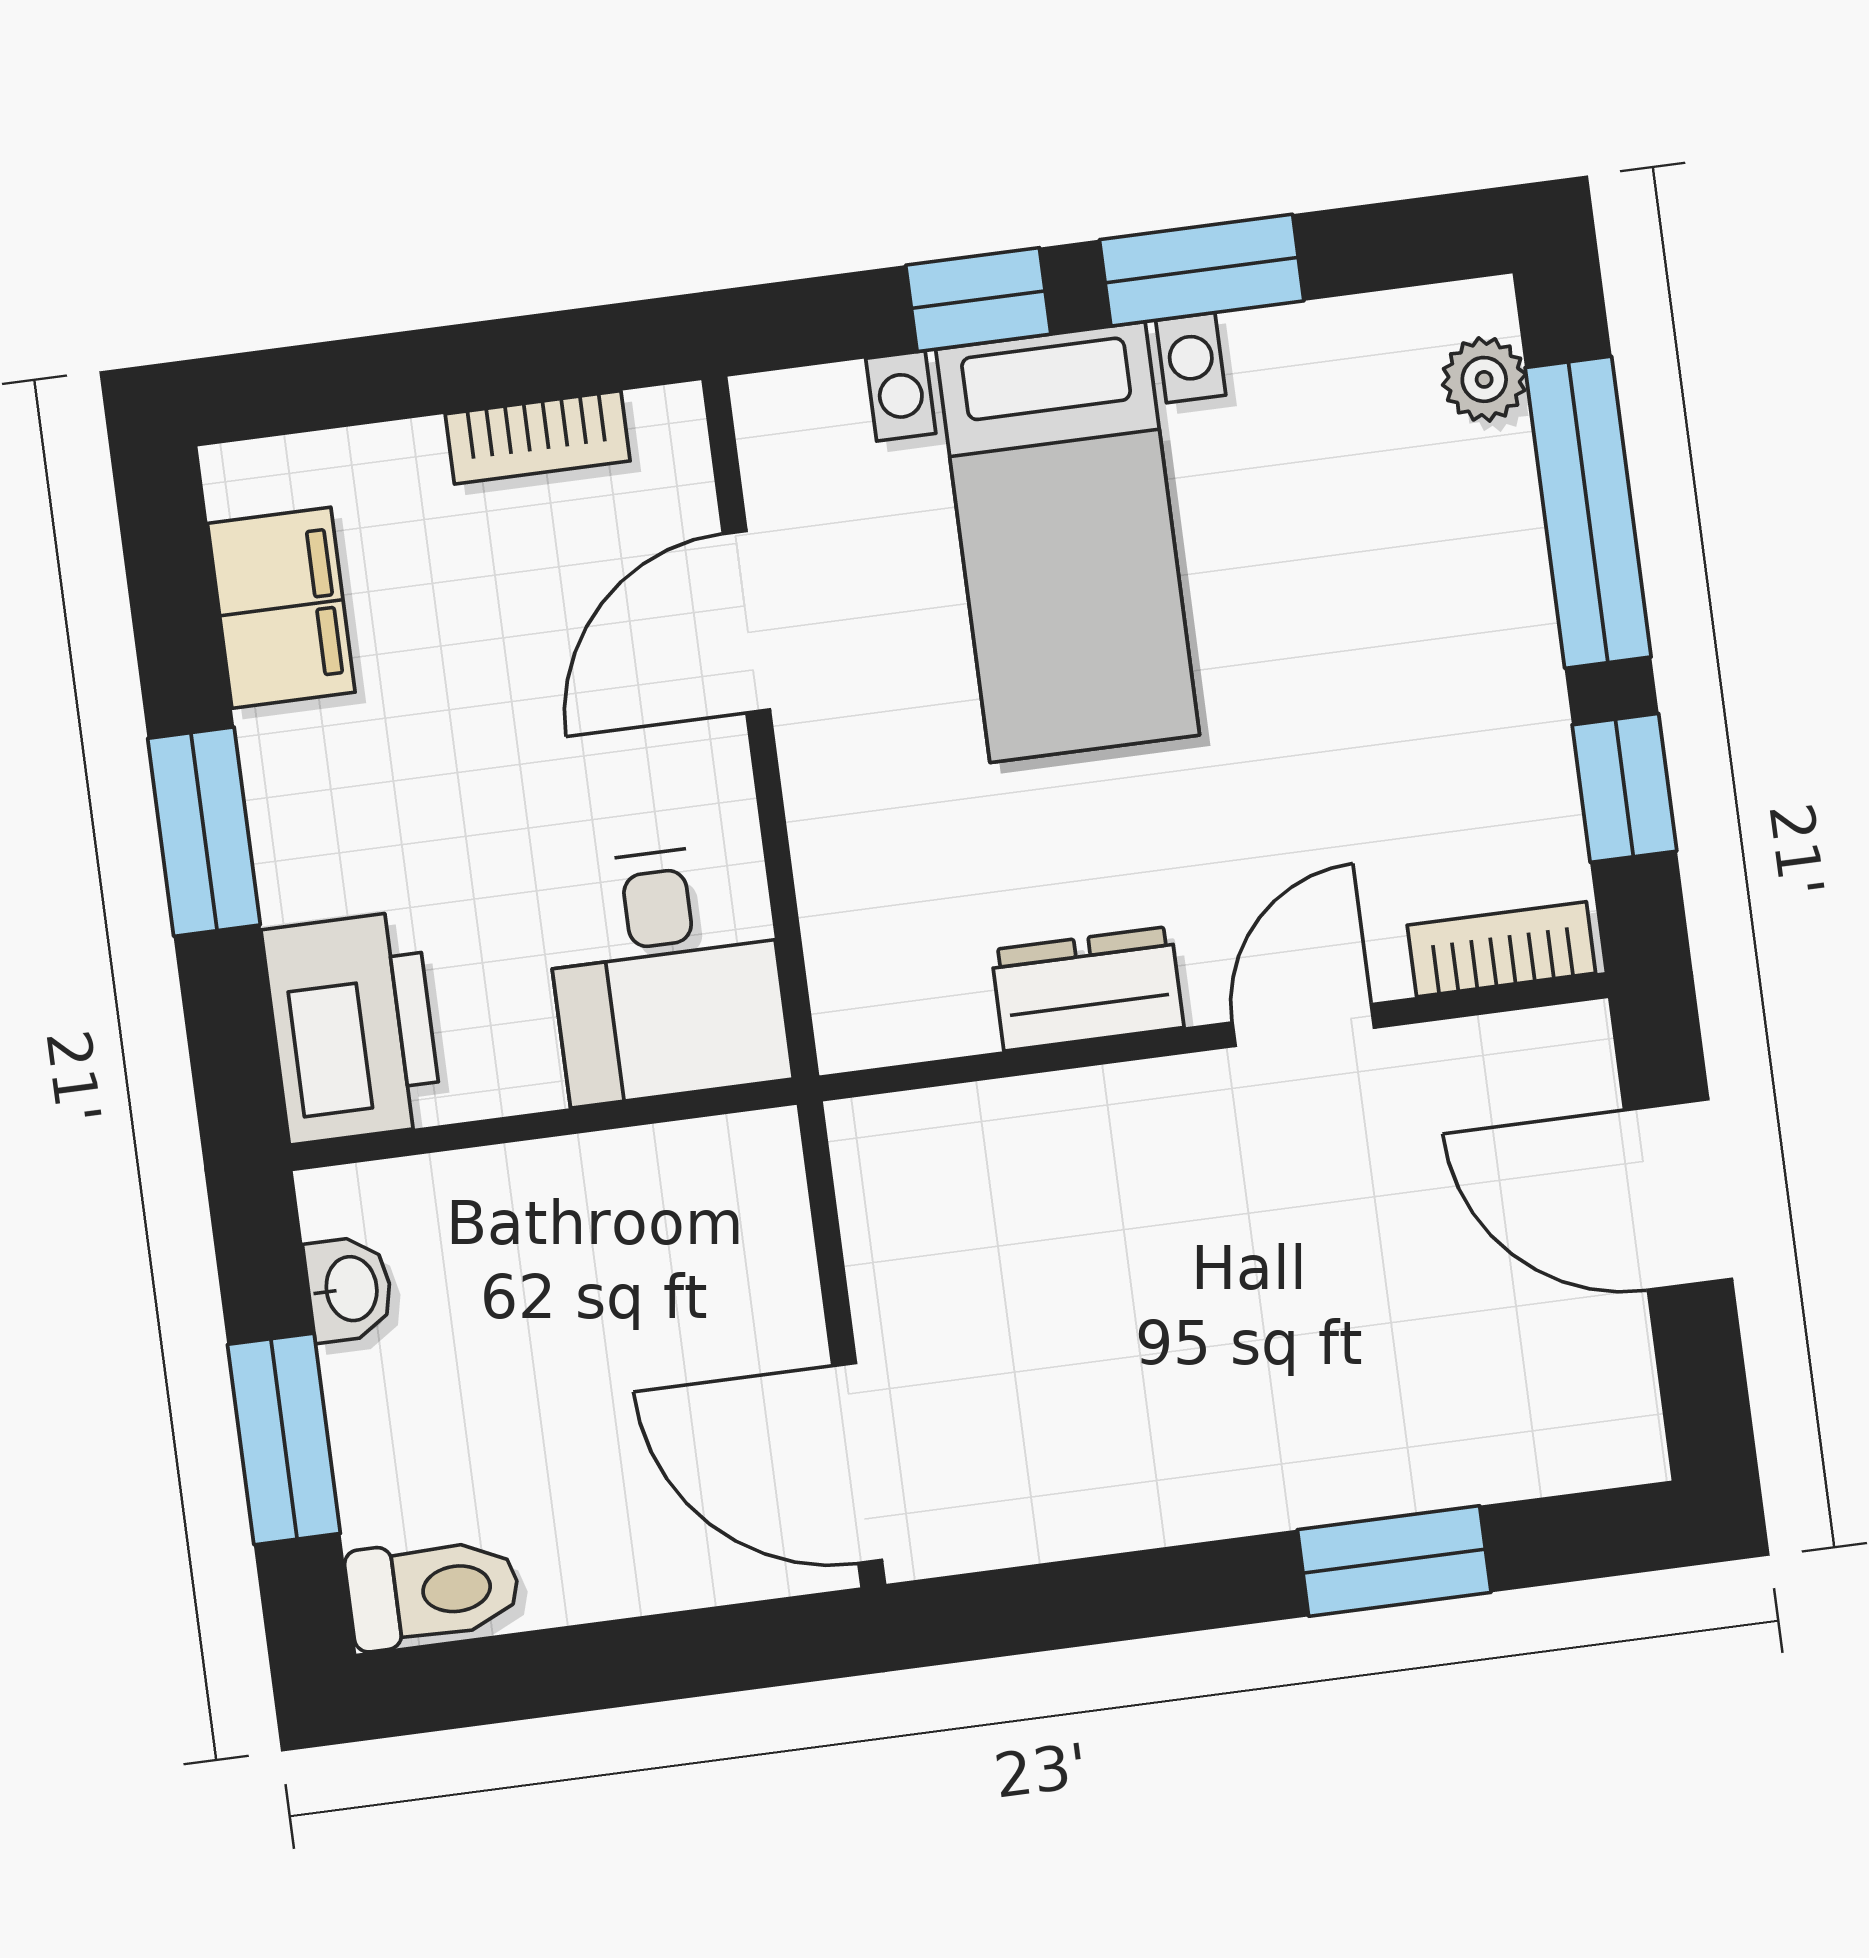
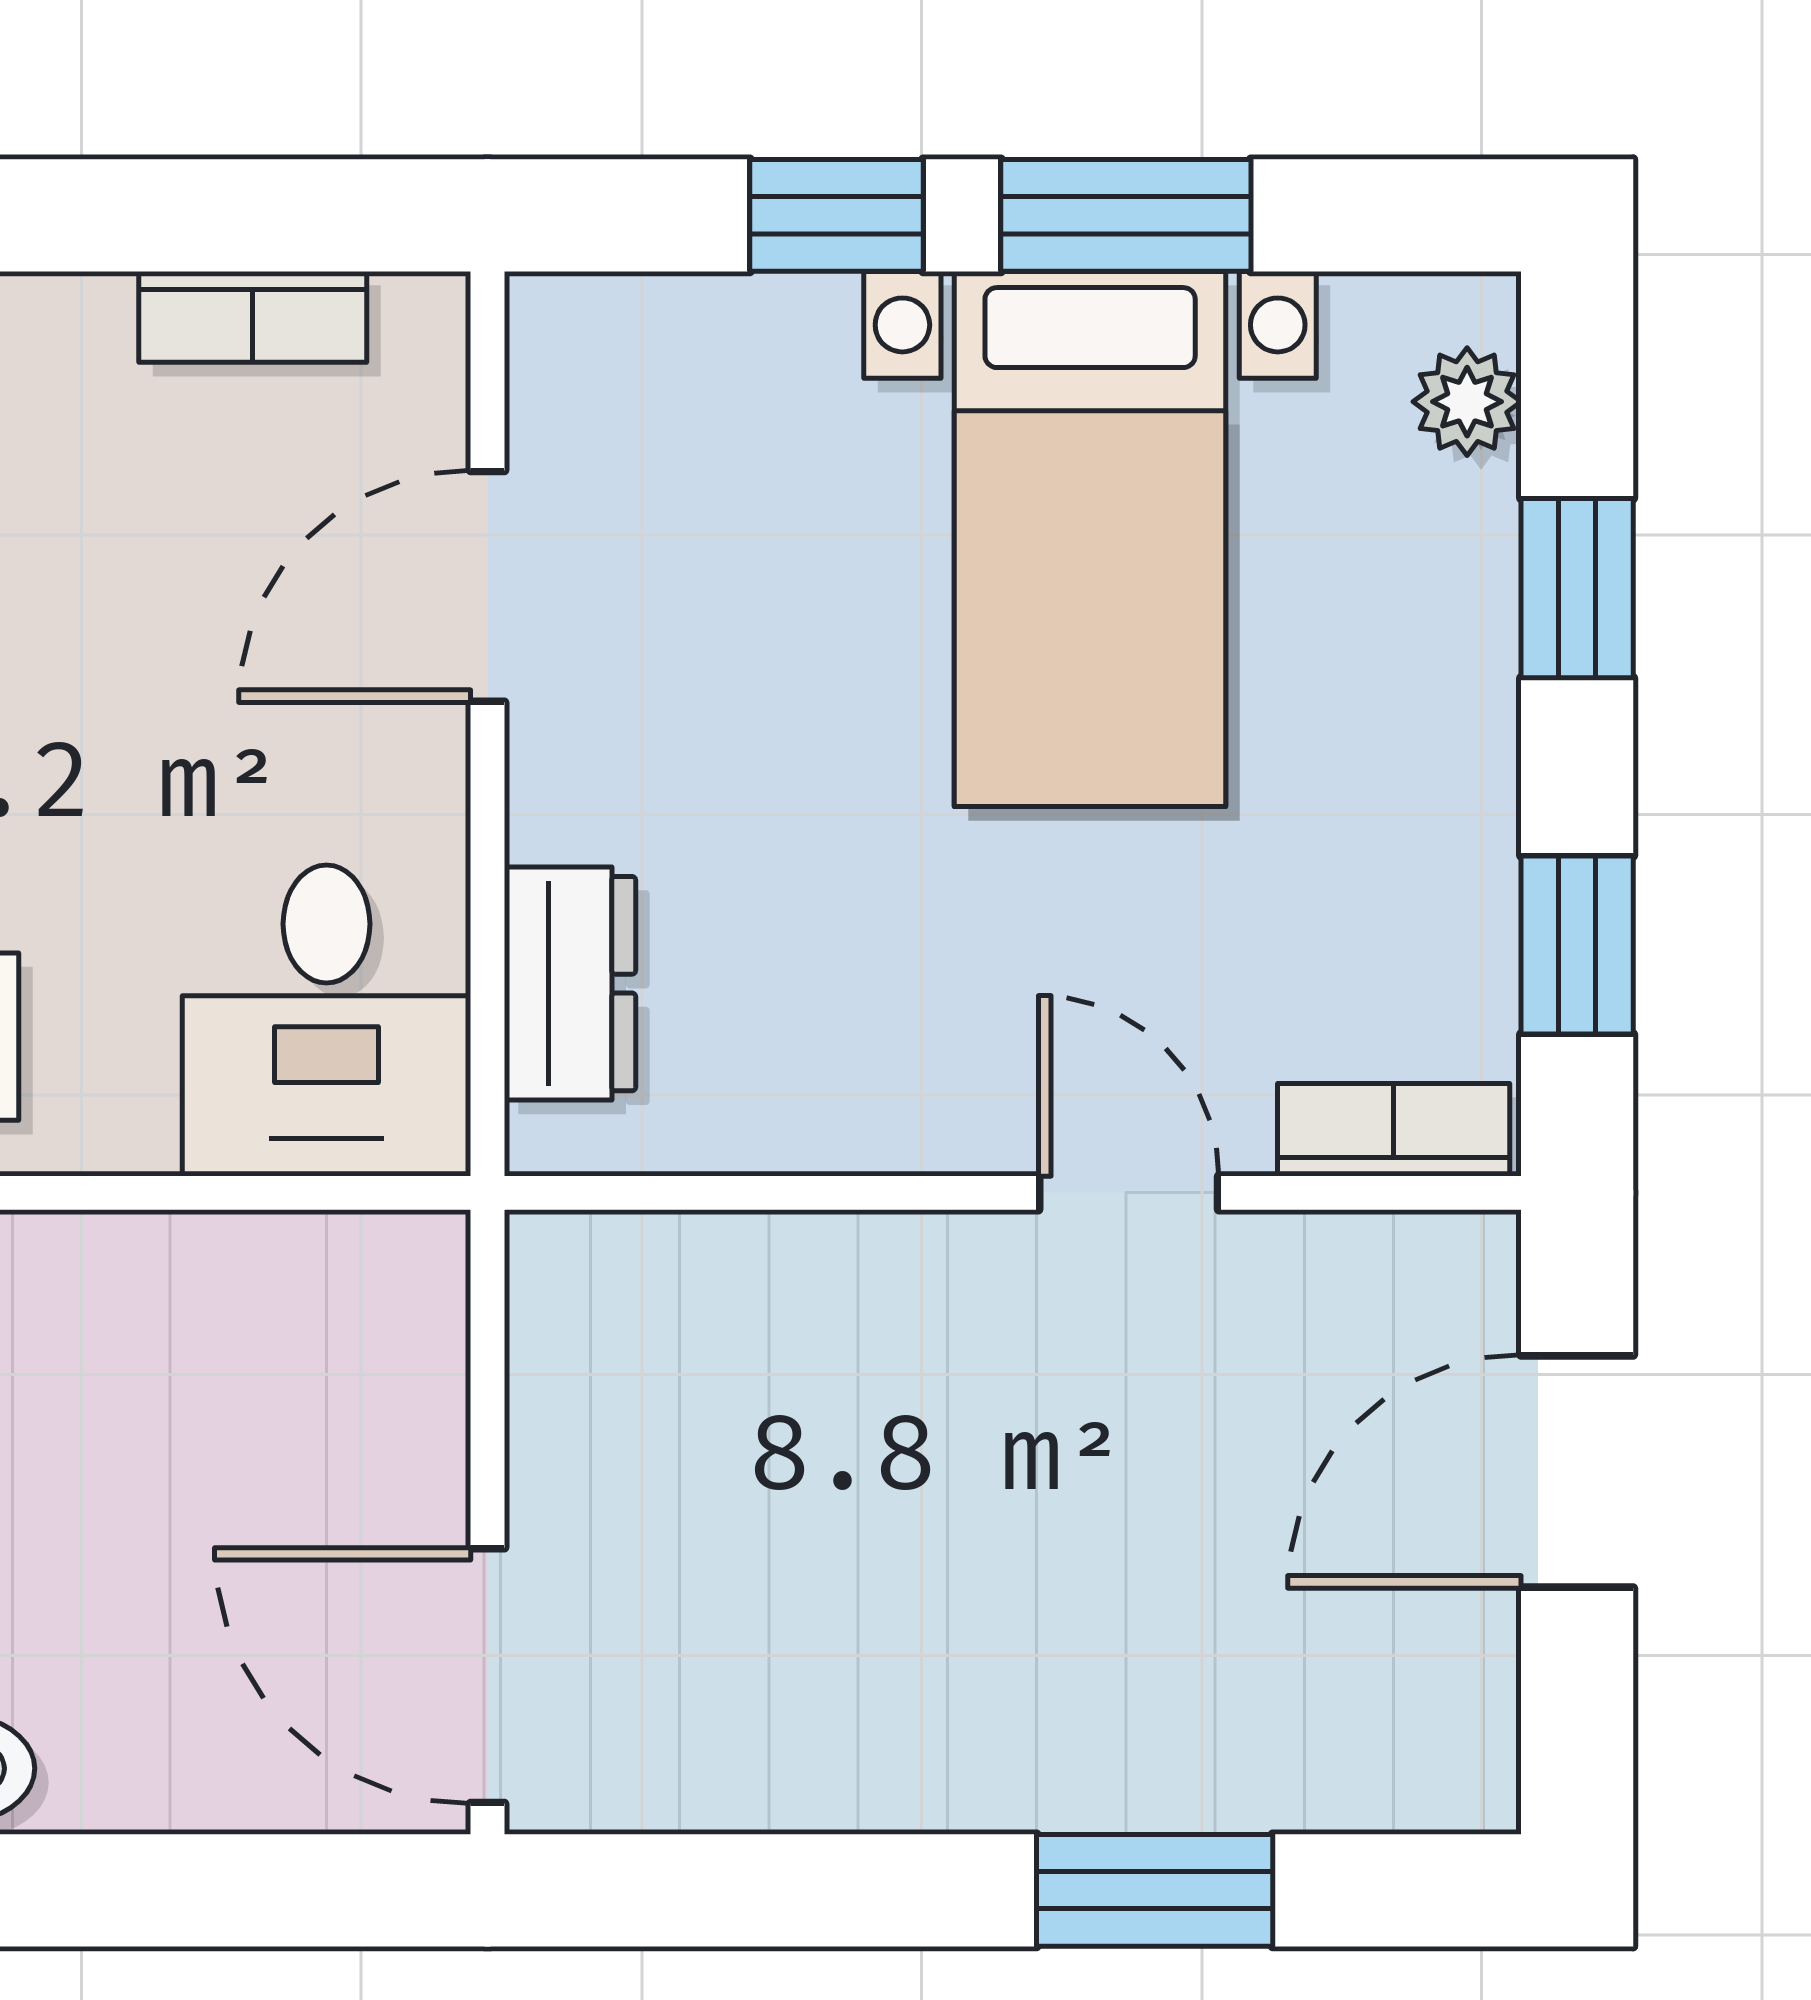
window: (1588, 512) -> (1577, 588), width x0.46
bed with nightstands: (1068, 542) -> (1090, 539), moved
dresser: (1087, 989) -> (570, 984), moved, turned 90
door: (1303, 1025) -> (1129, 1193), hinge flipped
door: (1678, 1195) -> (1577, 1471), hinge flipped

